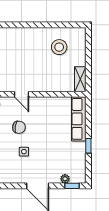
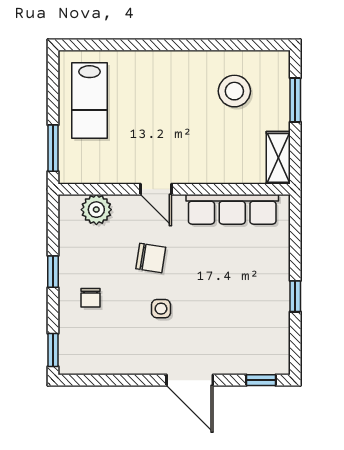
window: (88, 51) -> (295, 100), added
row of seats: (79, 119) -> (232, 209), moved, turned -90
plant: (65, 179) -> (247, 365), removed

